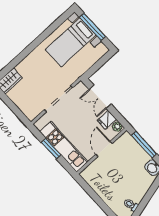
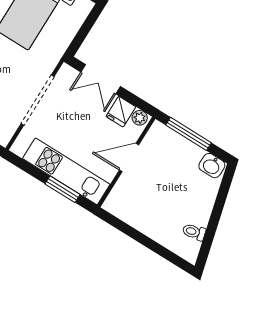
window: (51, 149) -> (63, 189), moved
door: (104, 149) -> (129, 158), hinge flipped

